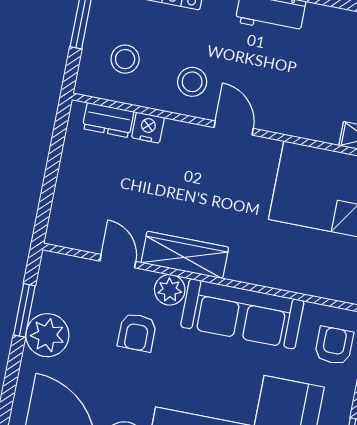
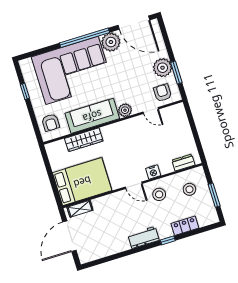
nightstand: (148, 128) -> (153, 172), moved
wardrobe: (185, 255) -> (84, 140), moved
armchair: (137, 332) -> (163, 93), moved

